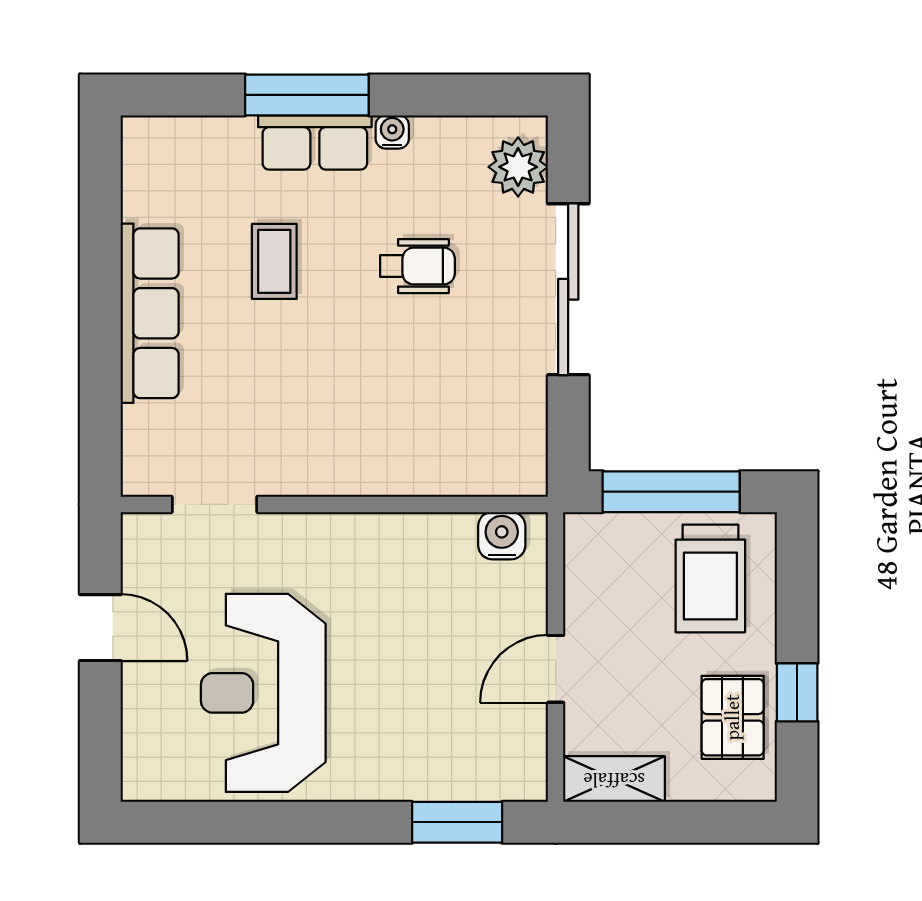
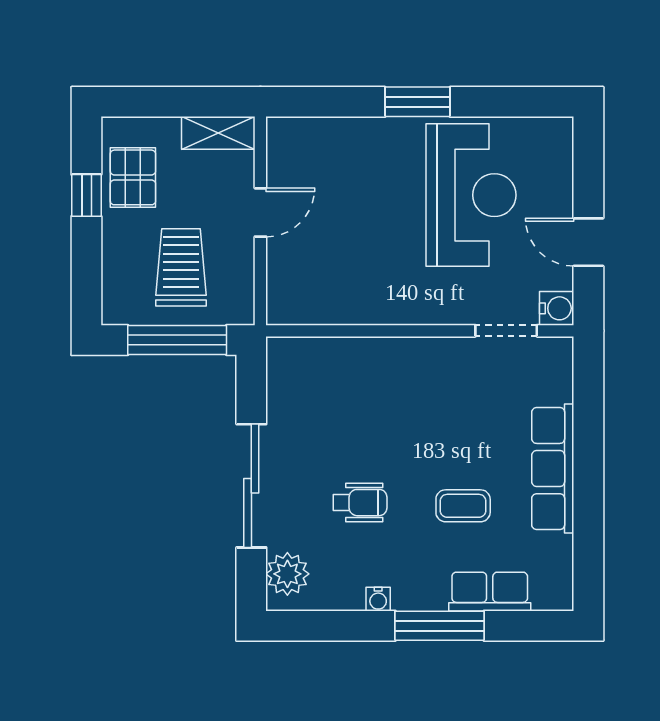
row of seats: (315, 142) -> (490, 592), moved
coffee table: (274, 261) -> (463, 506), turned 90
wheelchair: (417, 266) -> (360, 503), turned 180
water cooler: (502, 536) -> (557, 308), moved, turned -90
trolley: (710, 578) -> (181, 267), moved
window: (457, 822) -> (417, 102), moved

